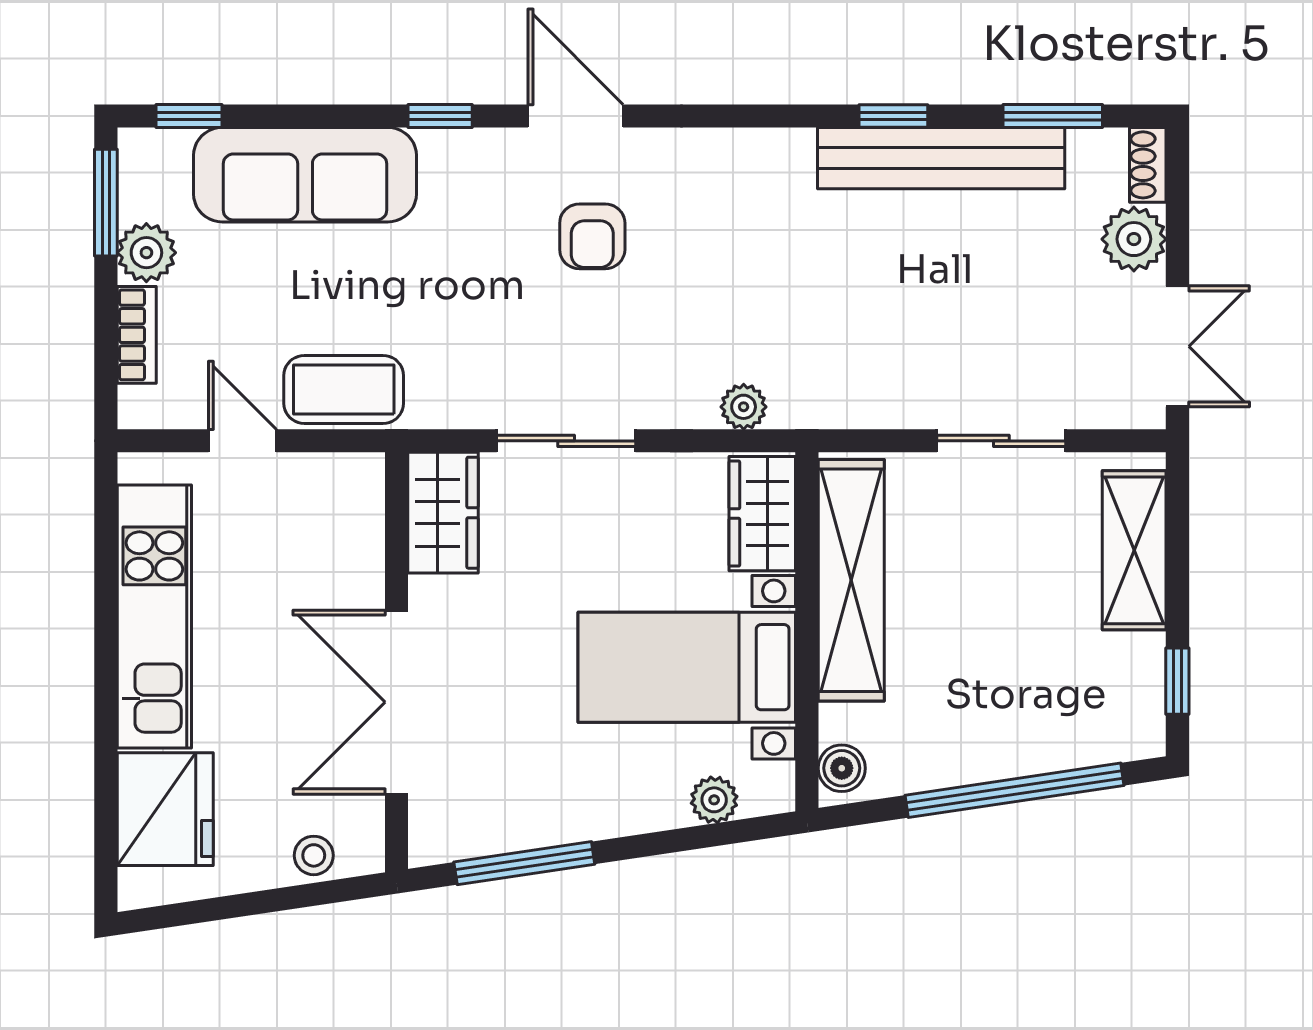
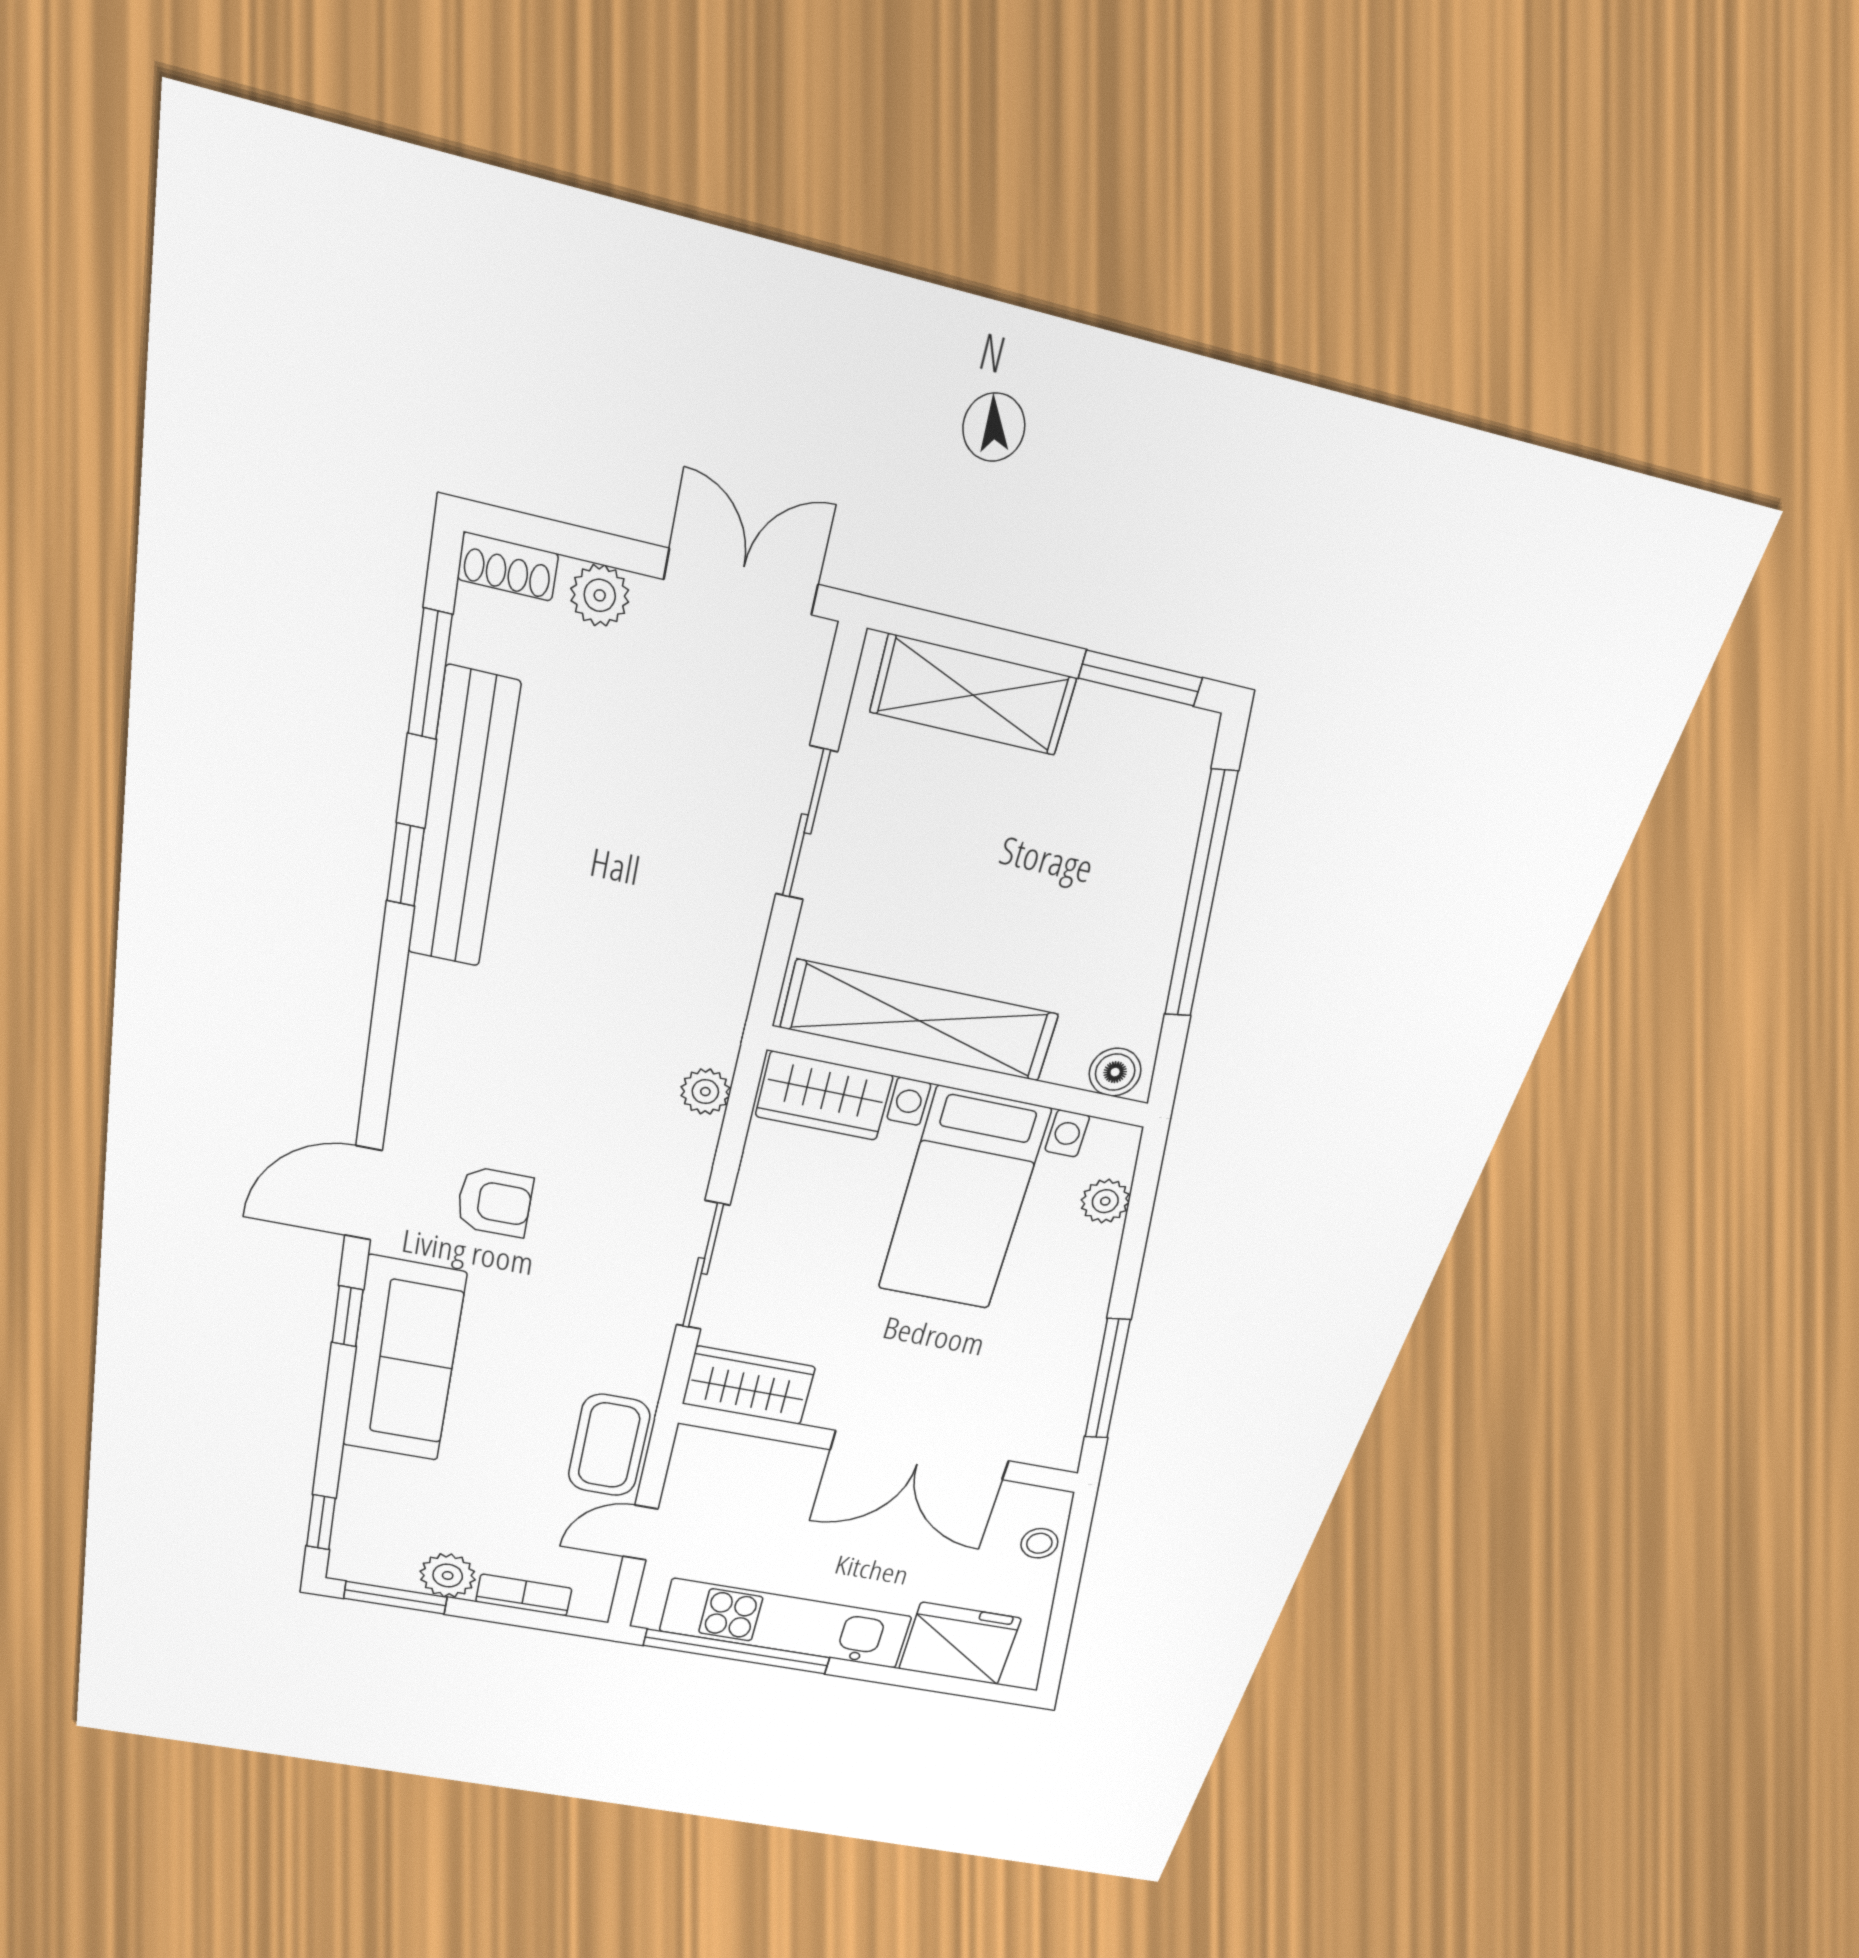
sofa: (305, 175) -> (403, 1360), moved
plant: (1134, 239) -> (600, 595), width x0.73, depth x0.73
window: (106, 573) -> (737, 1652), added
window: (1177, 681) -> (1140, 678), width x1.50

